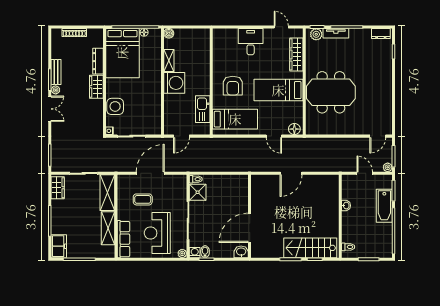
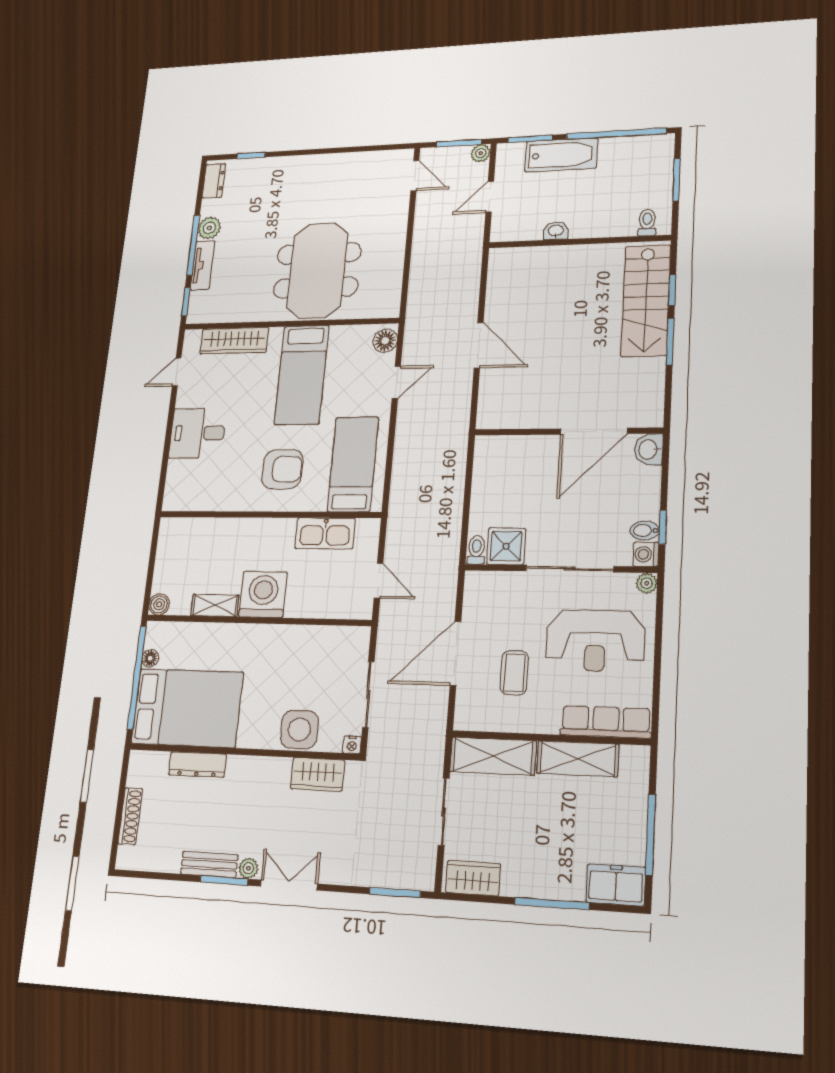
plant: (316, 34) -> (209, 228), moved
wardrobe: (96, 87) -> (318, 774), moved
door: (150, 173) -> (455, 653), hinge flipped
door: (250, 228) -> (594, 431), hinge flipped

